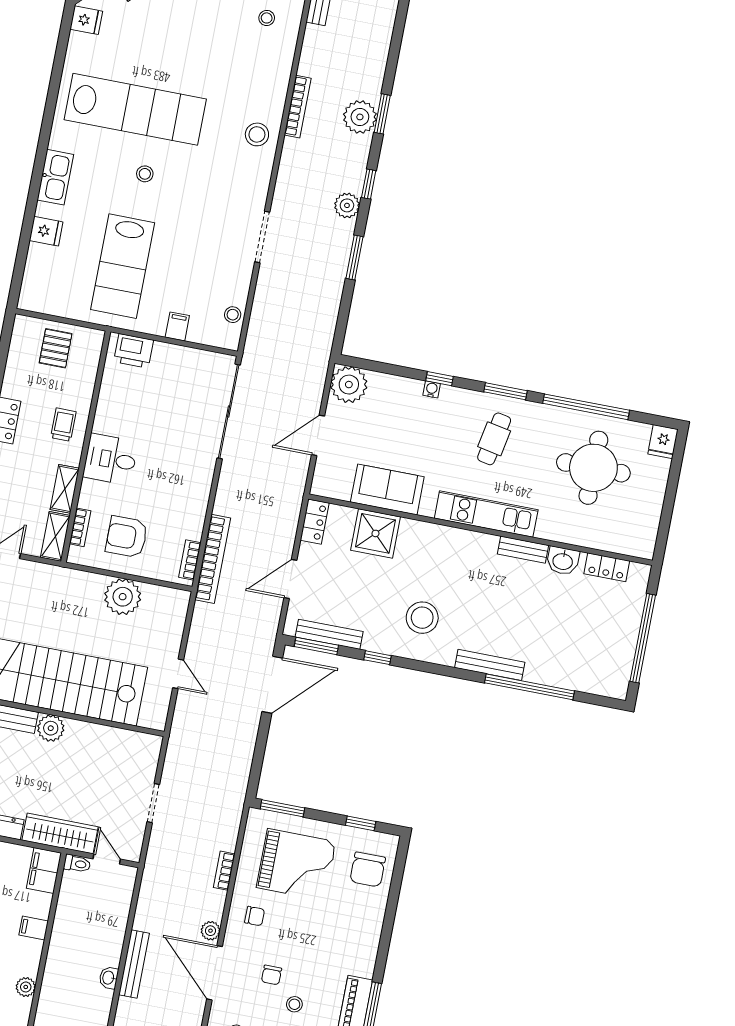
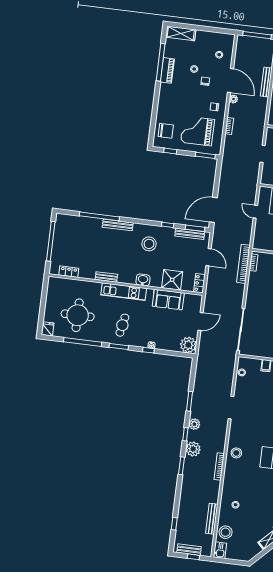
plant: (360, 117) -> (193, 449), moved
washbasin: (563, 561) -> (143, 280), moved
door: (290, 579) -> (209, 257), hinge flipped
chair: (368, 870) -> (166, 131), turned 90

